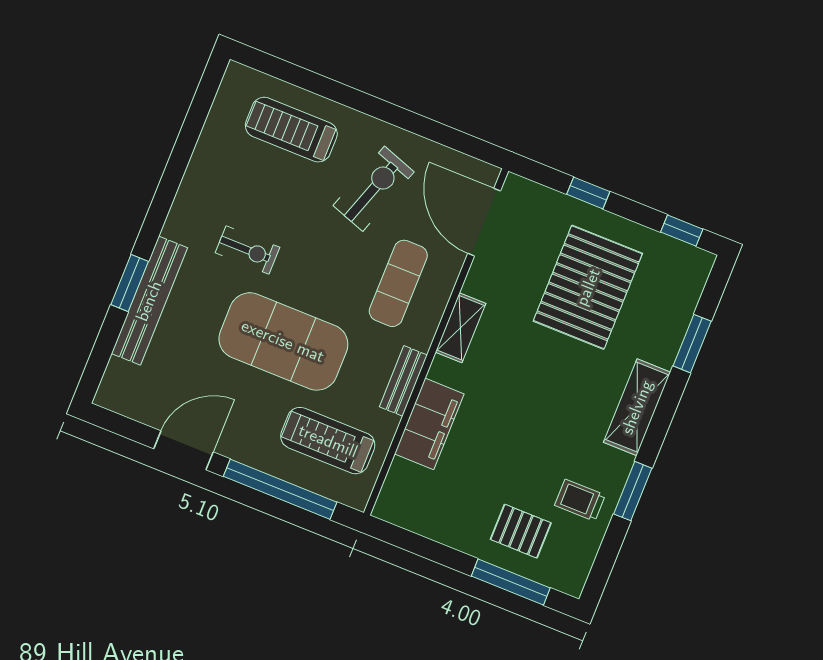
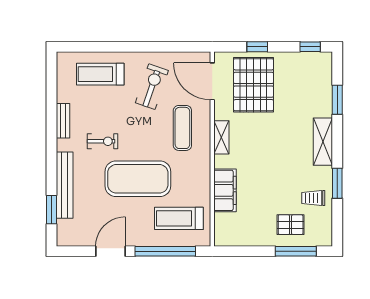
window: (130, 283) -> (51, 210), moved
pallet: (588, 287) -> (254, 85), moved
bench: (403, 381) -> (63, 121), moved

